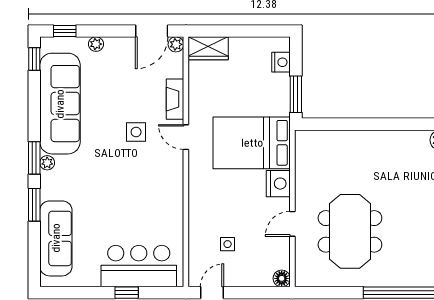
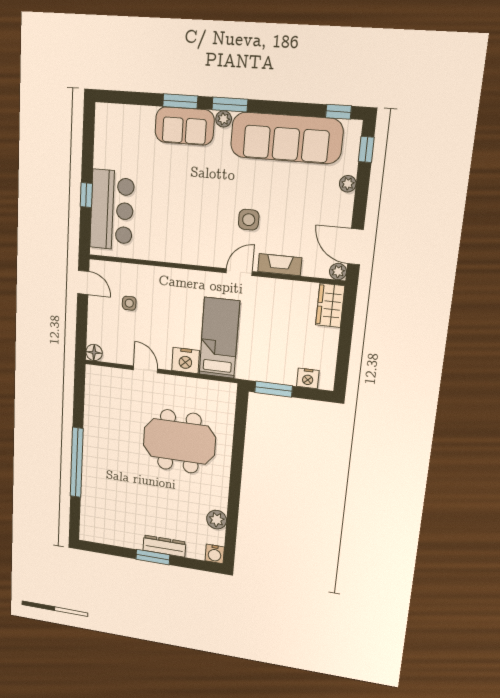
bed: (252, 143) -> (219, 338), width x0.67
meeting table: (350, 231) -> (179, 441), moved
sofa: (56, 238) -> (185, 126), moved, width x0.73

